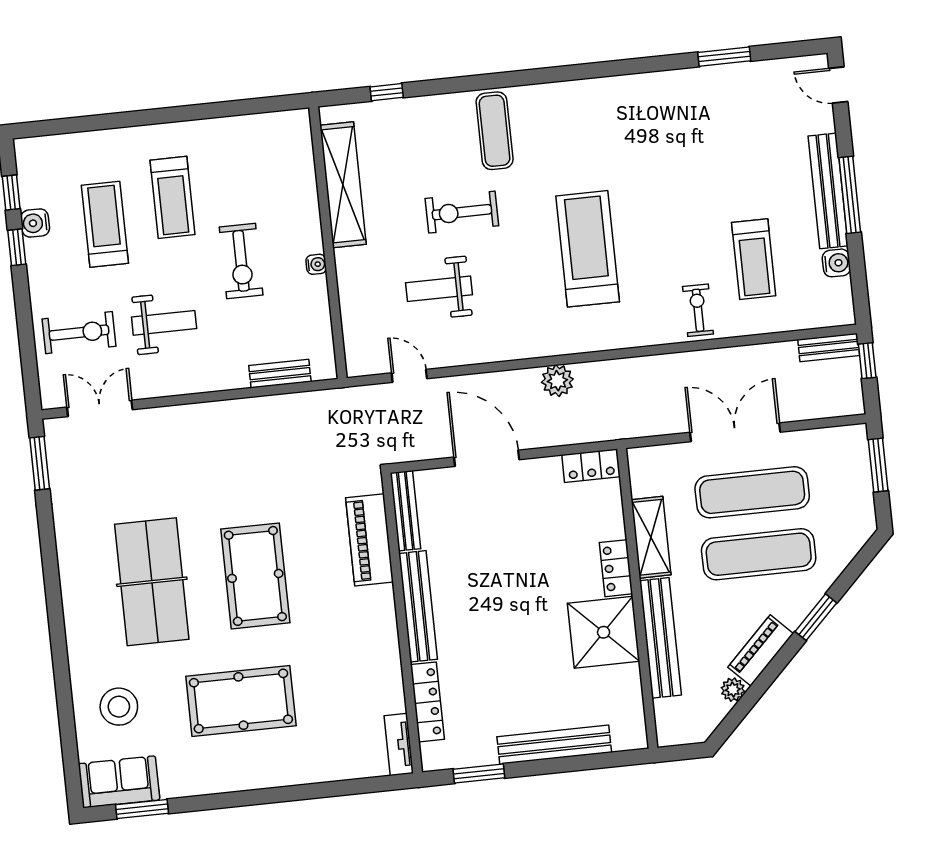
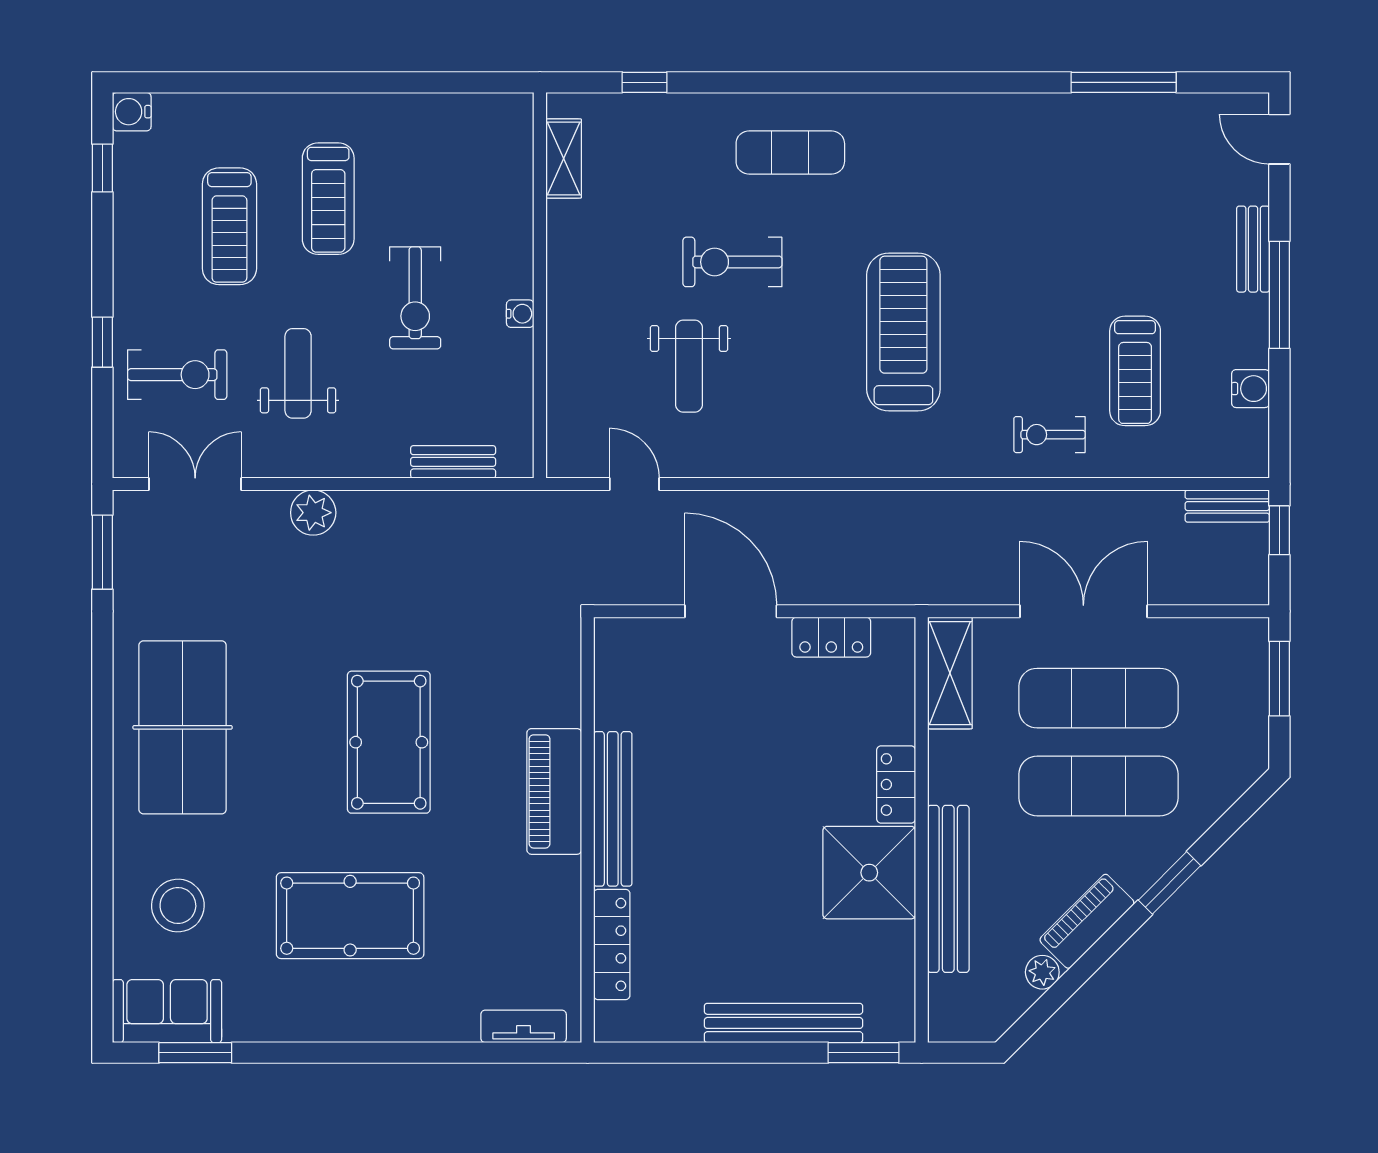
window: (724, 57) -> (1124, 82), width x1.44
exercise mat: (495, 131) -> (790, 153), turned 90
shelving: (343, 185) -> (564, 158), width x0.45, depth x0.75
bench: (828, 191) -> (1253, 249), width x0.54, depth x0.82
water cooler: (35, 223) -> (132, 112), moved
treadmill: (105, 224) -> (229, 226), turned 180
window: (17, 247) -> (102, 342), moved
weight bench: (439, 289) -> (689, 366), turned -90
exercise bike: (698, 310) -> (1049, 435), turned -90
weight bench: (164, 323) -> (298, 373), turned -90
plant: (557, 381) -> (313, 513), moved
locker: (591, 466) -> (831, 637), moved
bench: (405, 511) -> (609, 673), removed
shelving: (651, 537) -> (950, 673), moved
piano: (369, 540) -> (554, 791), moved
table tennis table: (152, 582) -> (183, 727), moved
tv unit: (399, 744) -> (524, 1026), moved, turned 90
window: (479, 774) -> (863, 1053), moved

